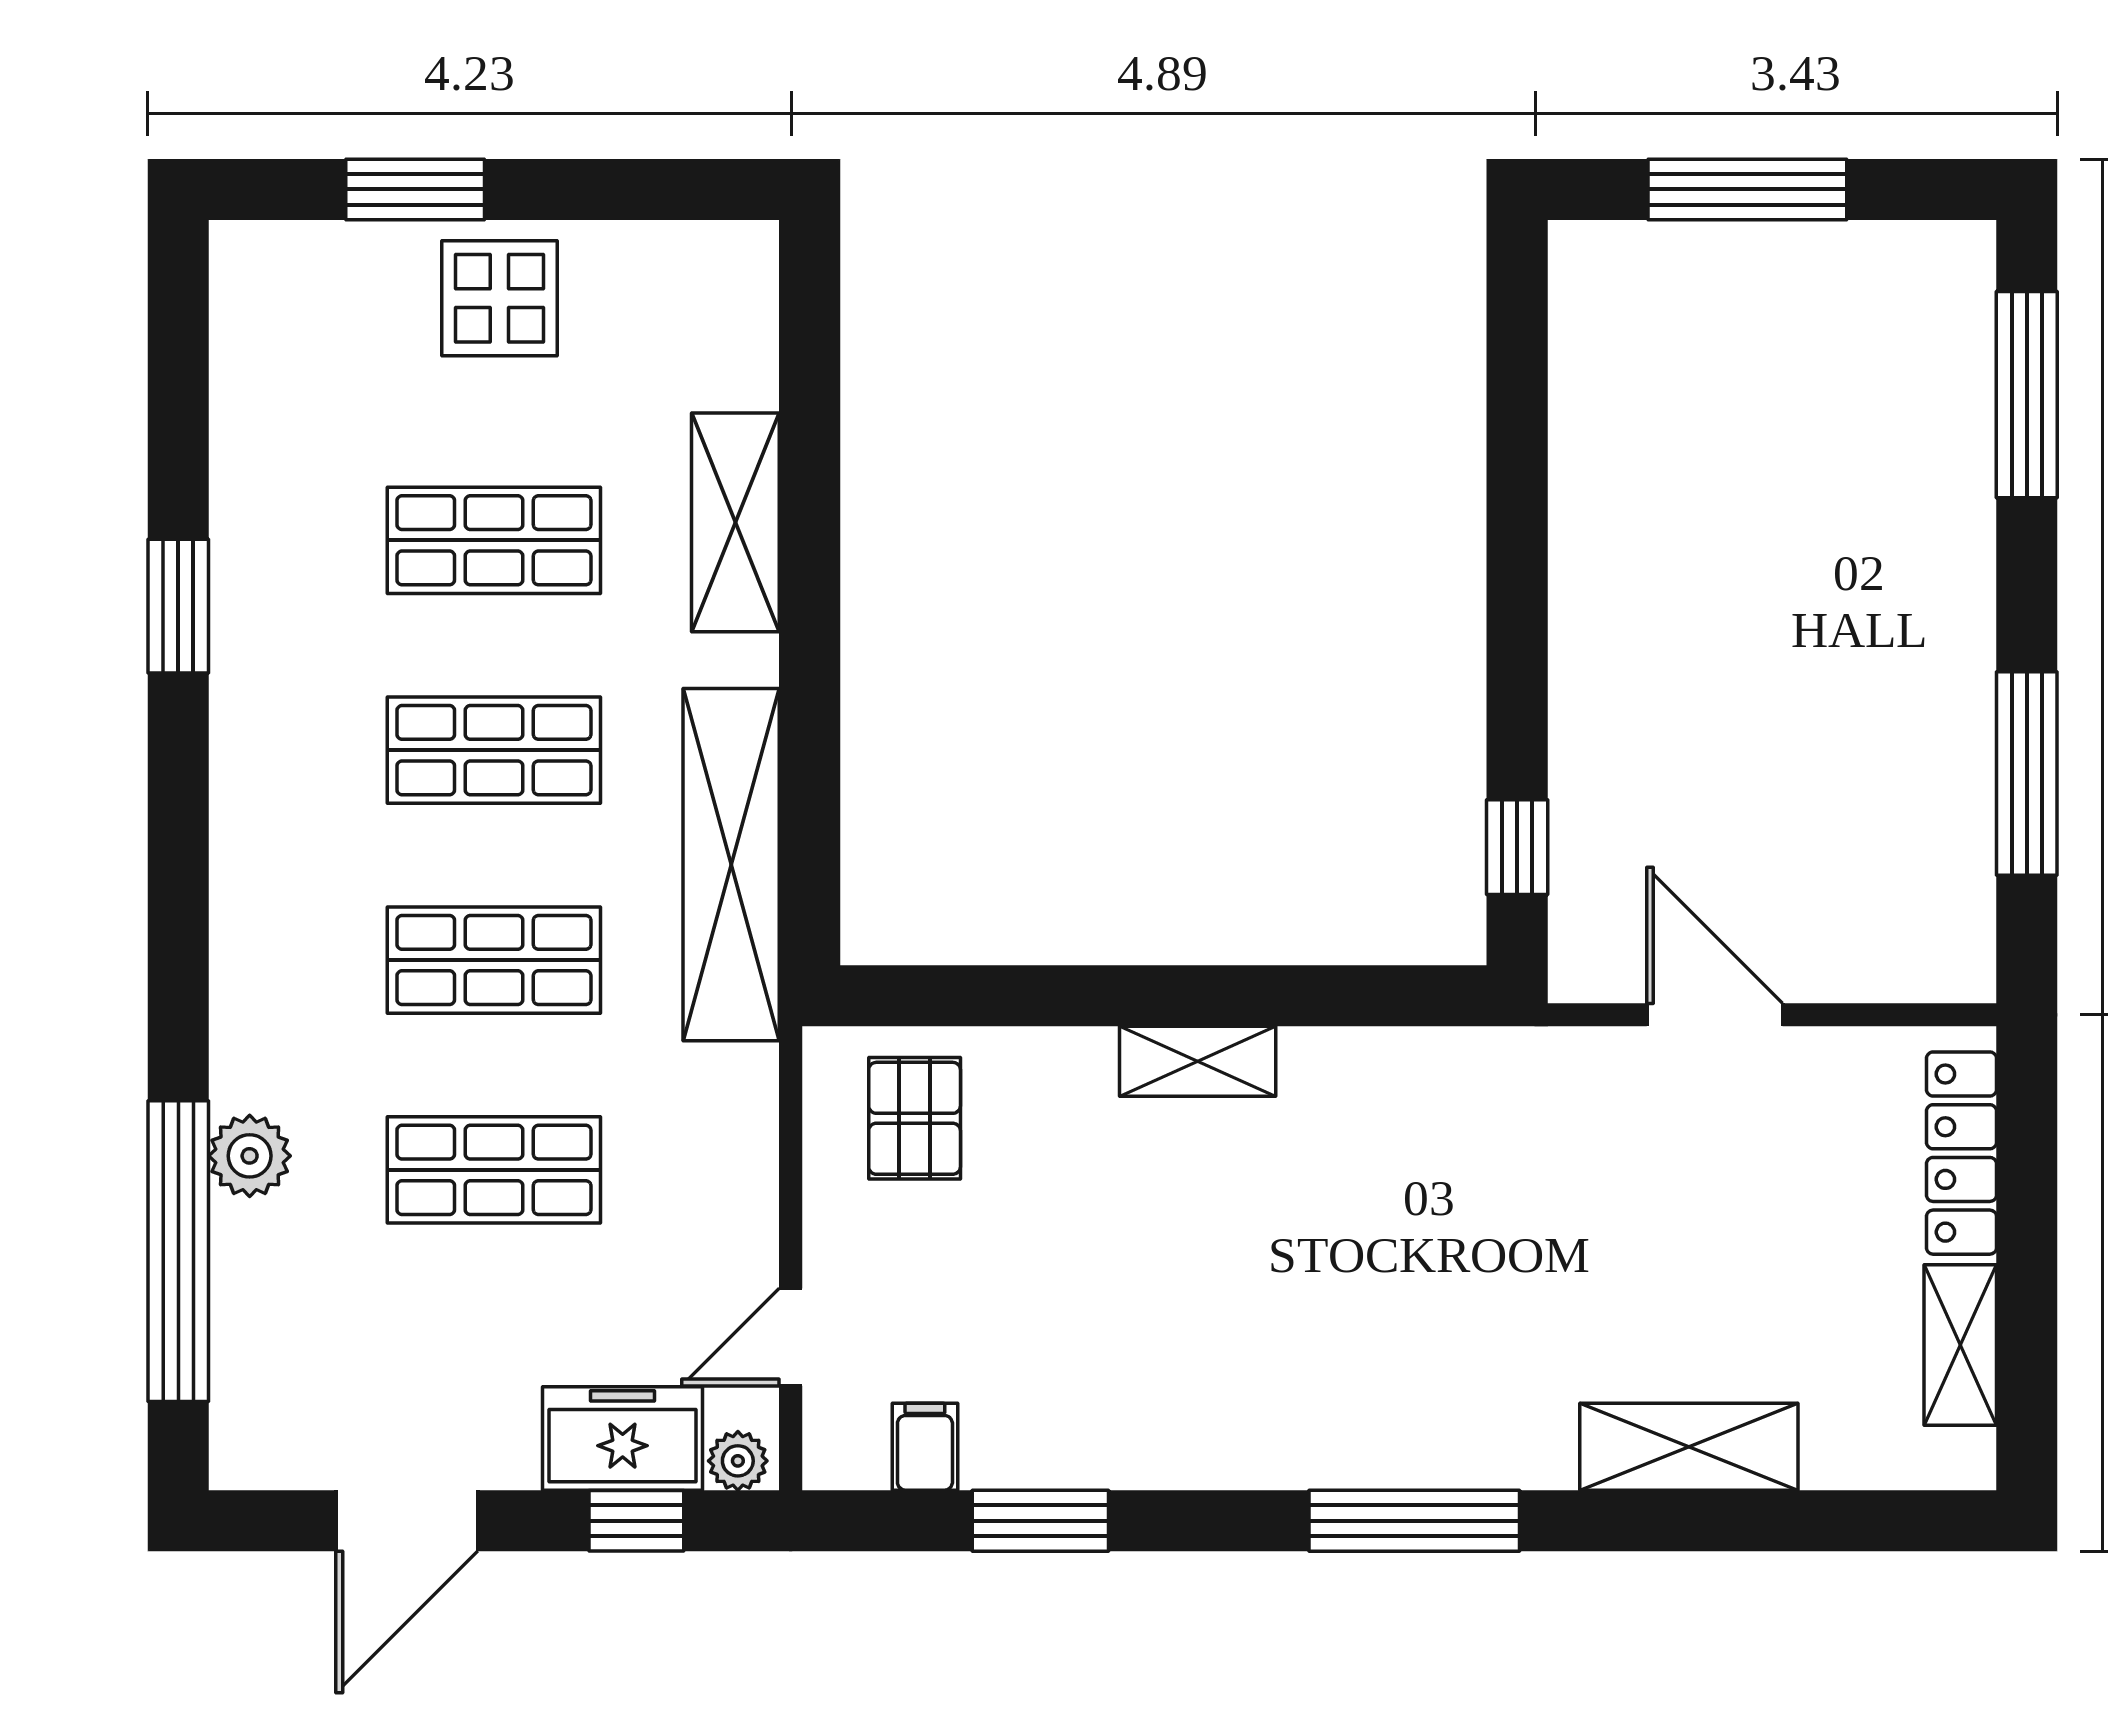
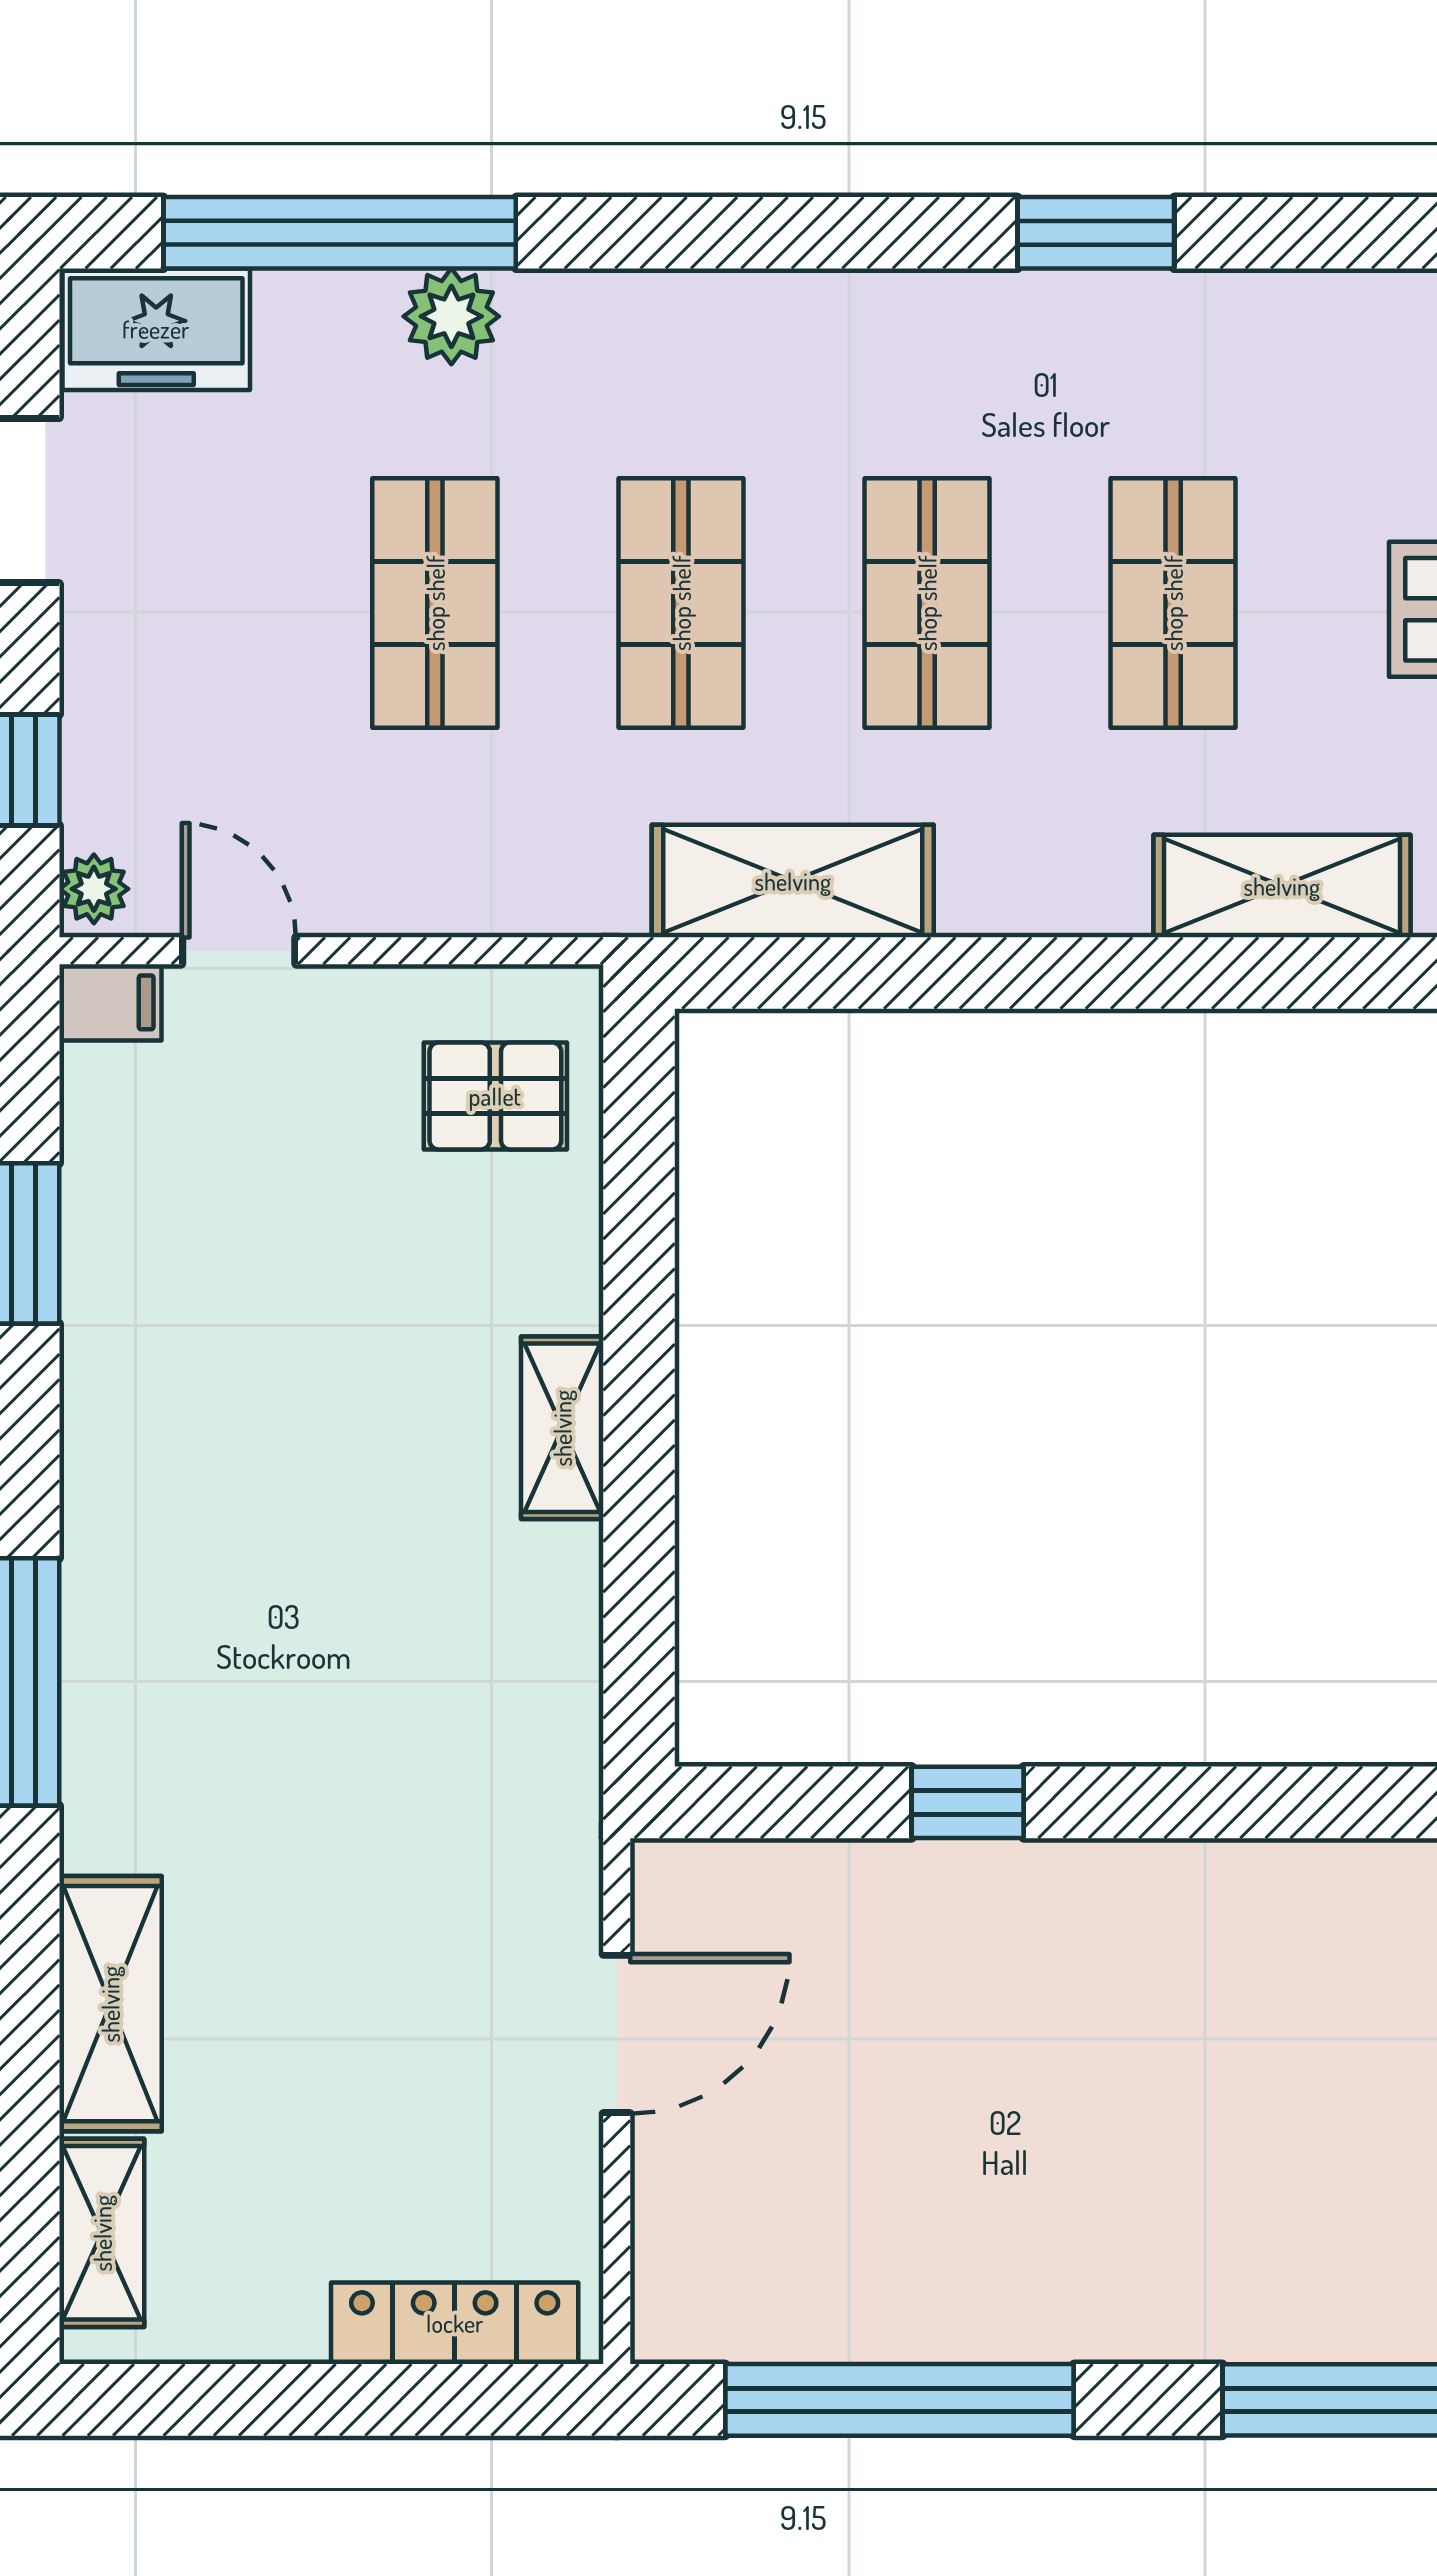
shelving: (735, 522) -> (1282, 886), moved
window: (2027, 774) -> (900, 2400), width x1.46
window: (1517, 847) -> (968, 1802), moved
shelving: (731, 865) -> (793, 881), width x0.68
shelving: (1960, 1345) -> (102, 2233), moved, turned 90
freezer: (623, 1438) -> (156, 329), moved, turned 90
filing cabinet: (925, 1447) -> (110, 1002), moved

